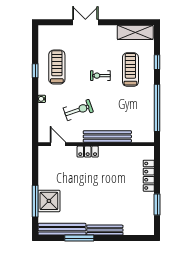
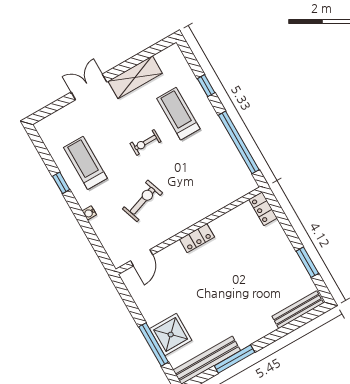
shelving: (135, 32) -> (135, 77), moved
bench: (107, 137) -> (197, 213), removed
door: (58, 144) -> (142, 258), swing flipped
locker: (88, 152) -> (197, 238), moved
locker: (149, 176) -> (263, 209), moved, width x0.66
bench: (105, 230) -> (298, 310), moved

